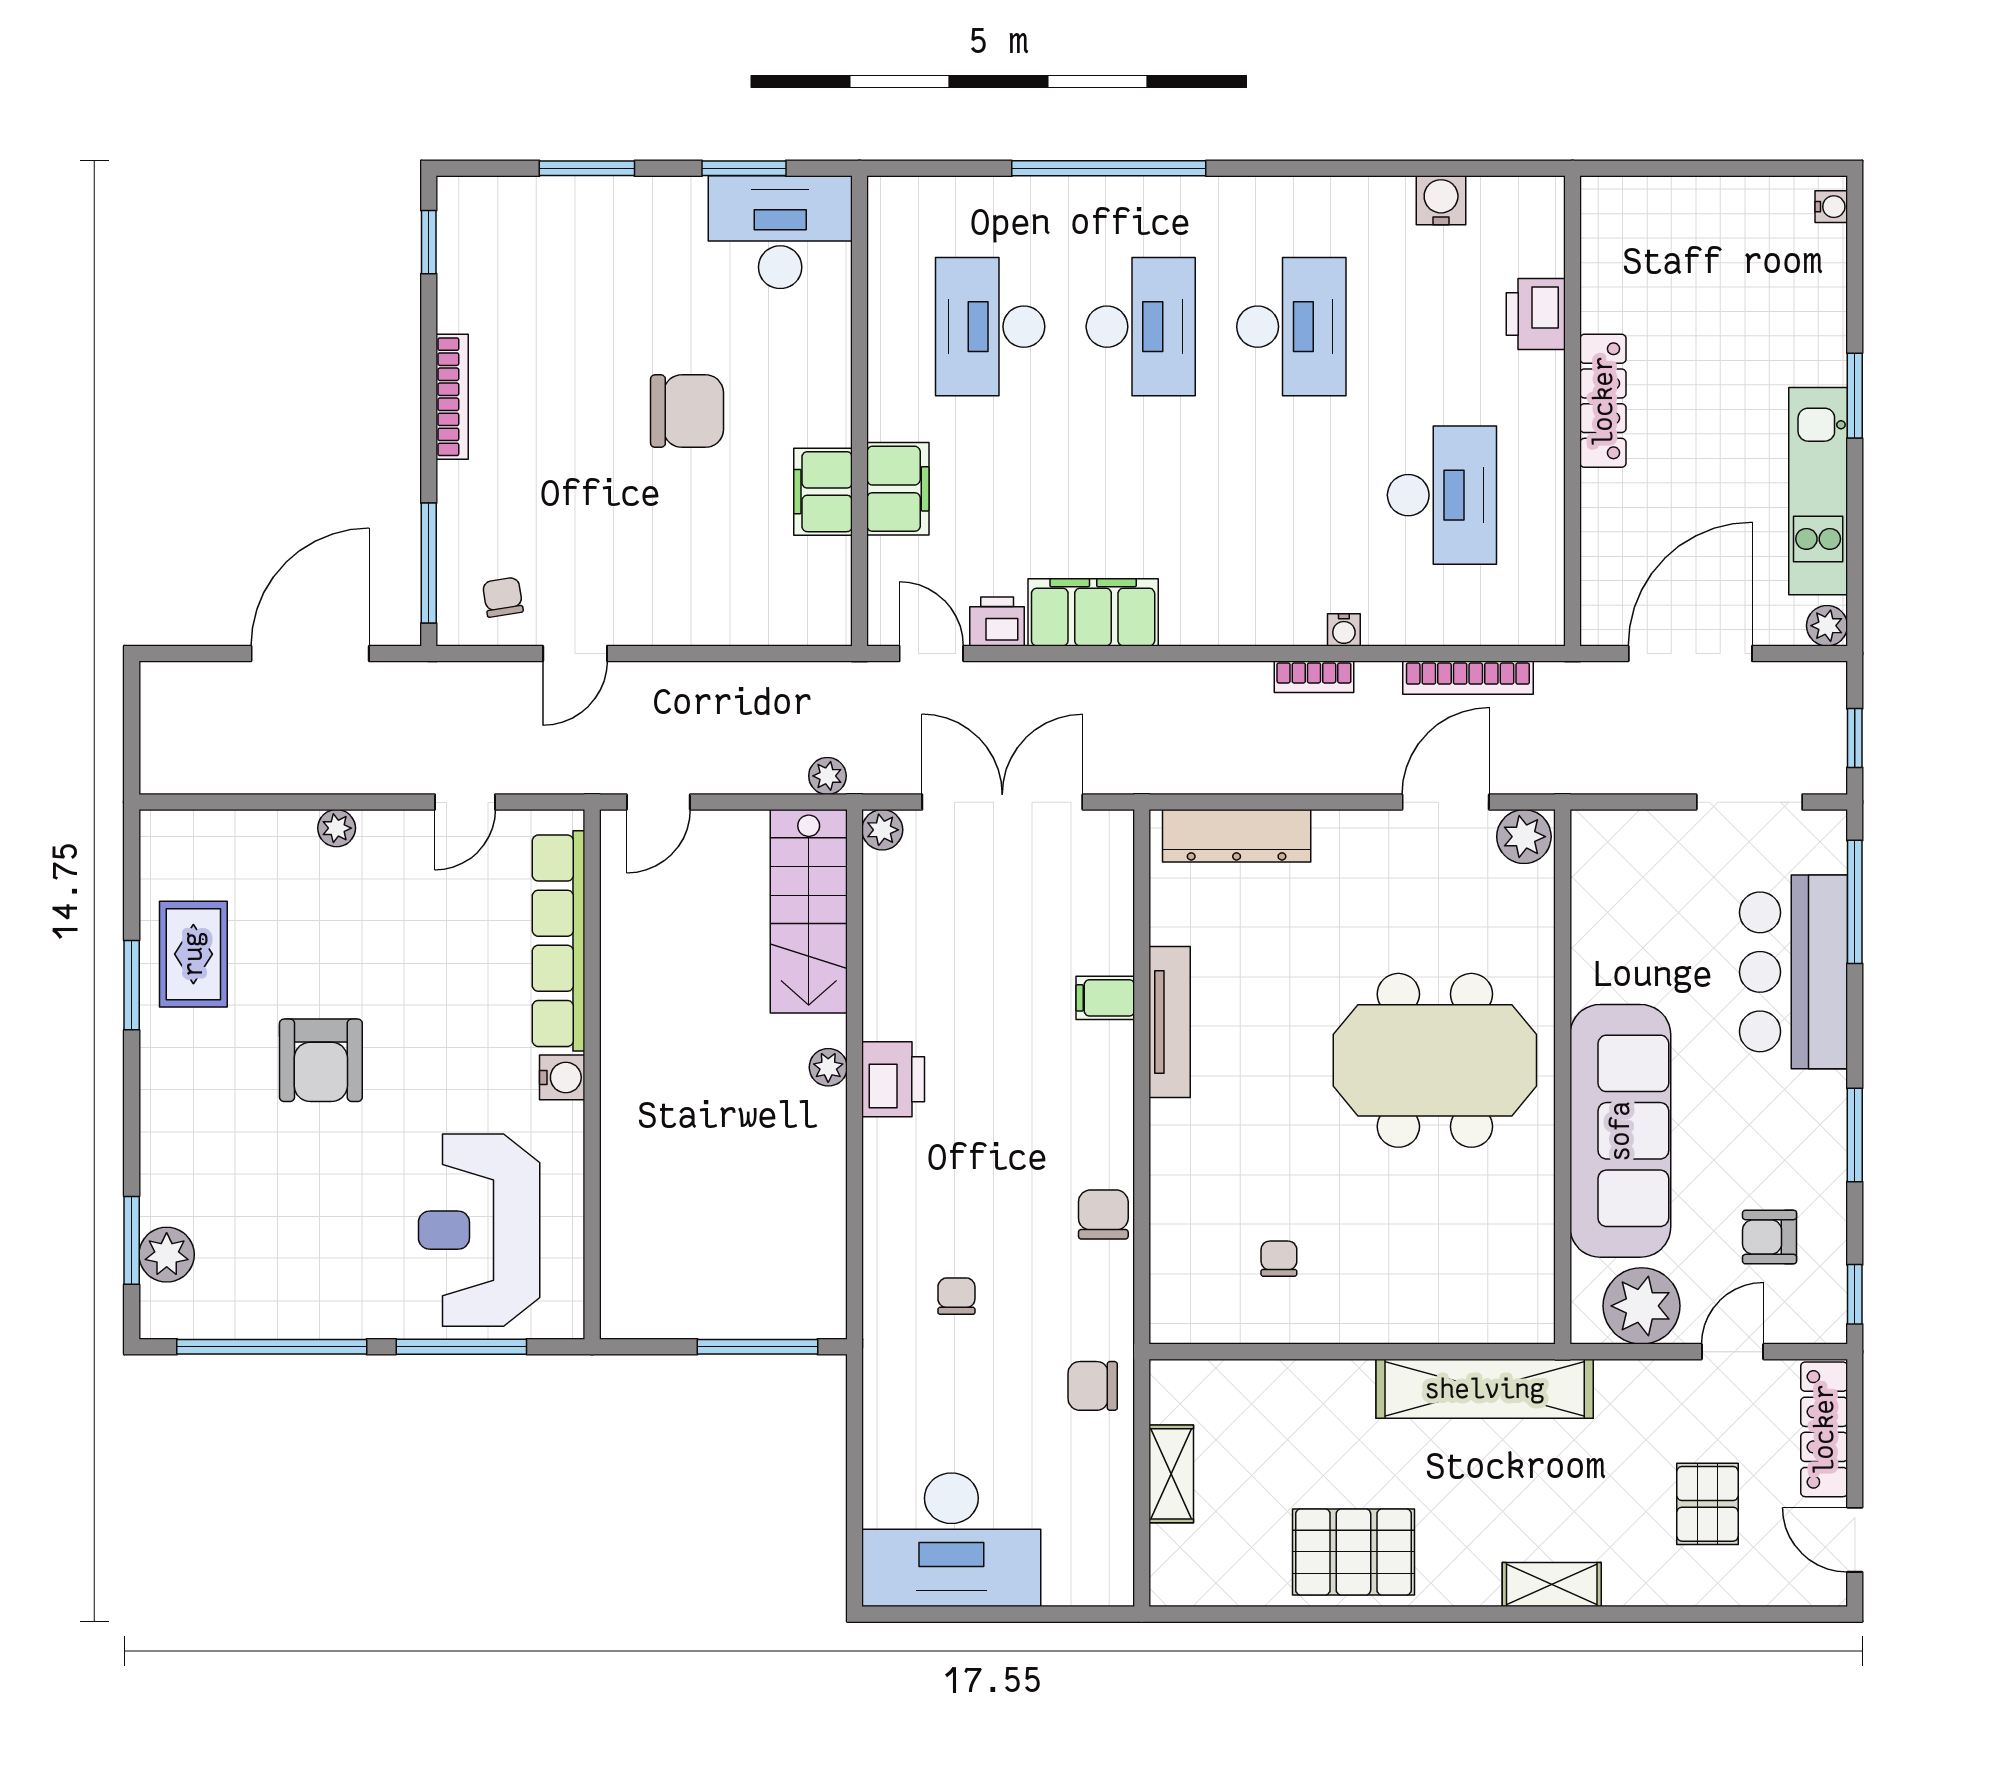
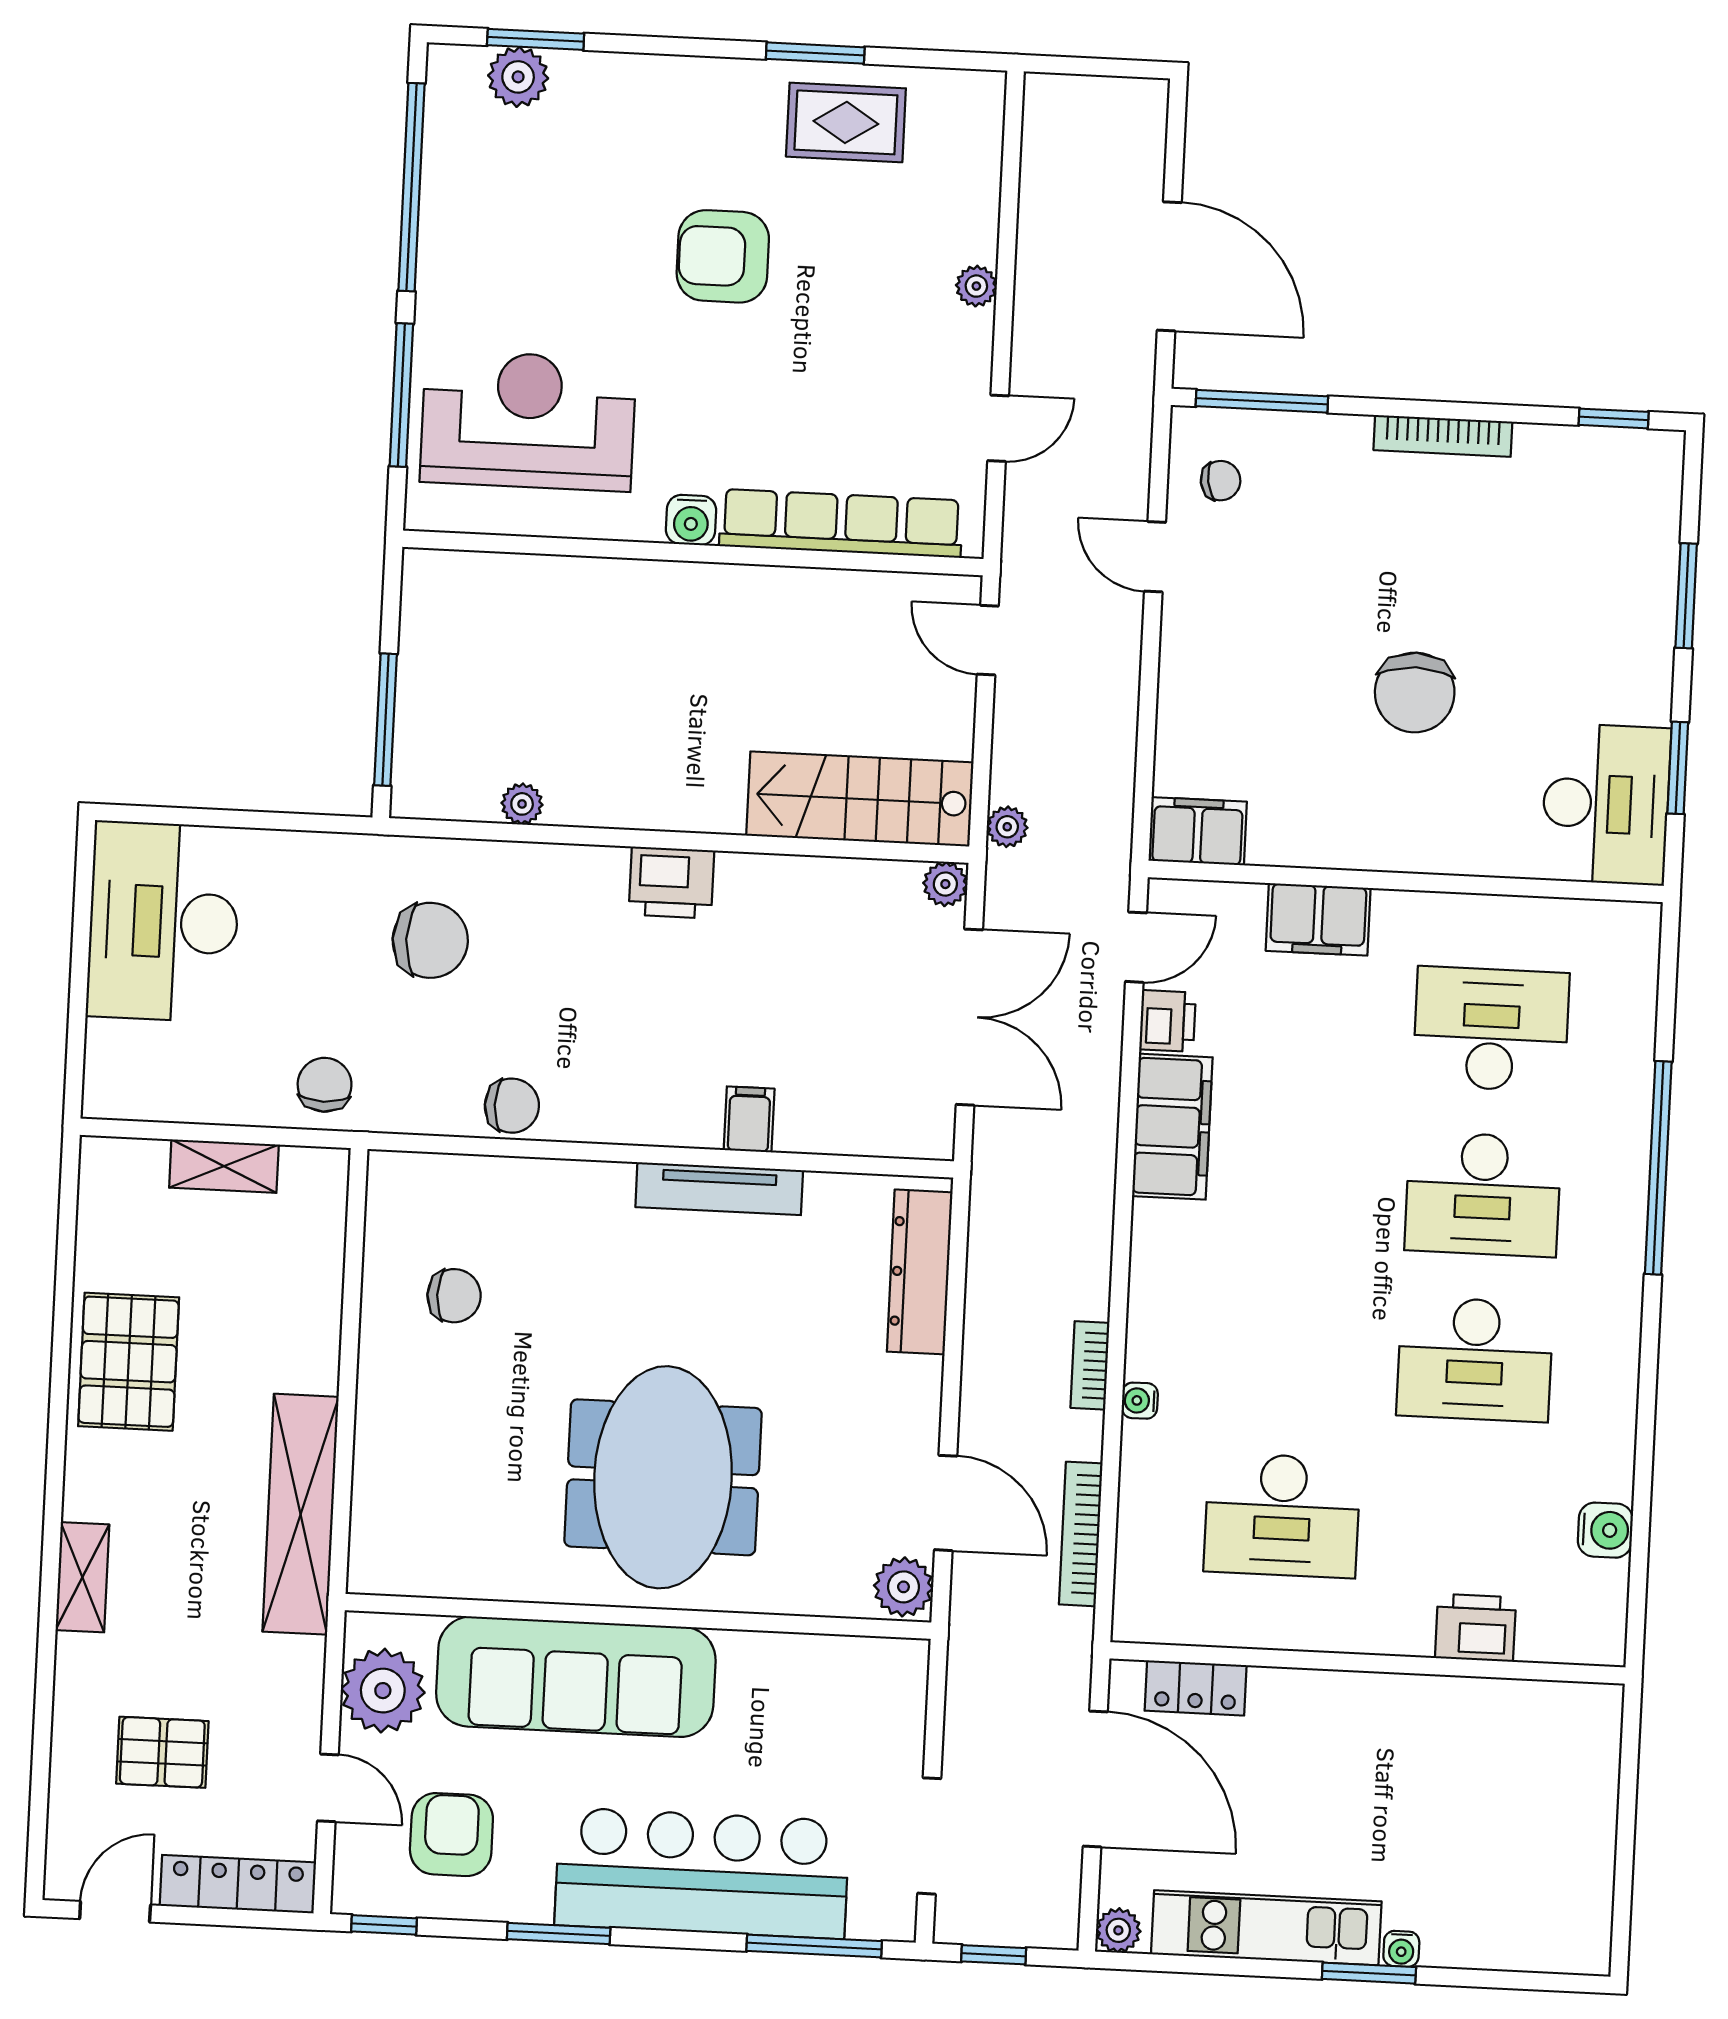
water cooler: (1831, 207) -> (1401, 1949), moved
locker: (1603, 401) -> (1196, 1688), moved, width x0.66
filing cabinet: (823, 492) -> (1198, 831), moved
door: (465, 802) -> (998, 428), swing flipped
bar counter: (1793, 972) -> (702, 1873), width x1.36
plant: (828, 1067) -> (522, 804), moved
armchair: (1770, 1237) -> (451, 1835), width x1.38, depth x1.38
chair: (1279, 1259) -> (454, 1296), width x1.37, depth x1.37
chair: (956, 1296) -> (430, 940), width x1.87, depth x1.87

